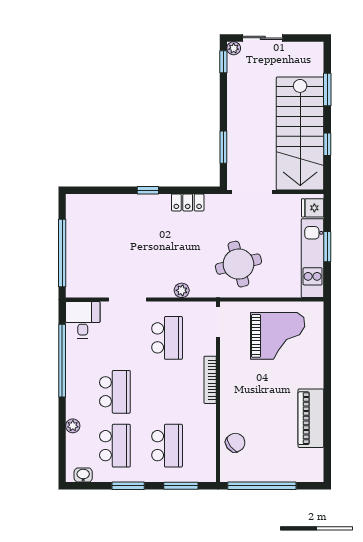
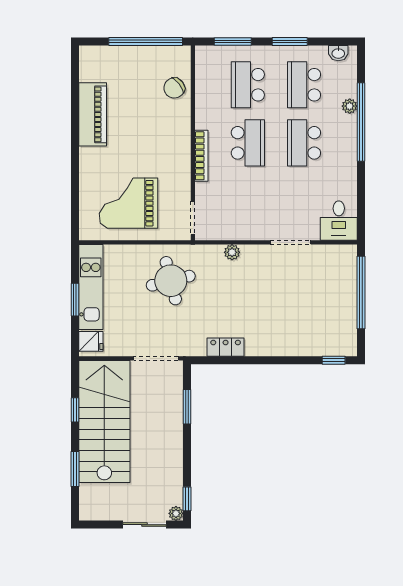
window: (148, 190) -> (334, 360), moved
school desk: (167, 338) -> (248, 143), moved, turned 180
window: (62, 361) -> (361, 122), moved

